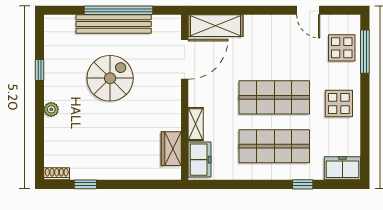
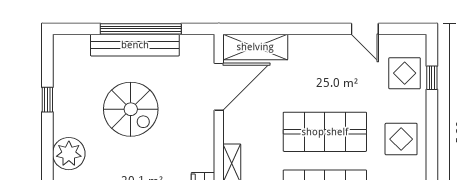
window: (365, 52) -> (432, 78), width x0.46
spiral stairs: (110, 78) -> (131, 109), turned 90
plant: (51, 109) -> (69, 154), width x1.87, depth x1.87

